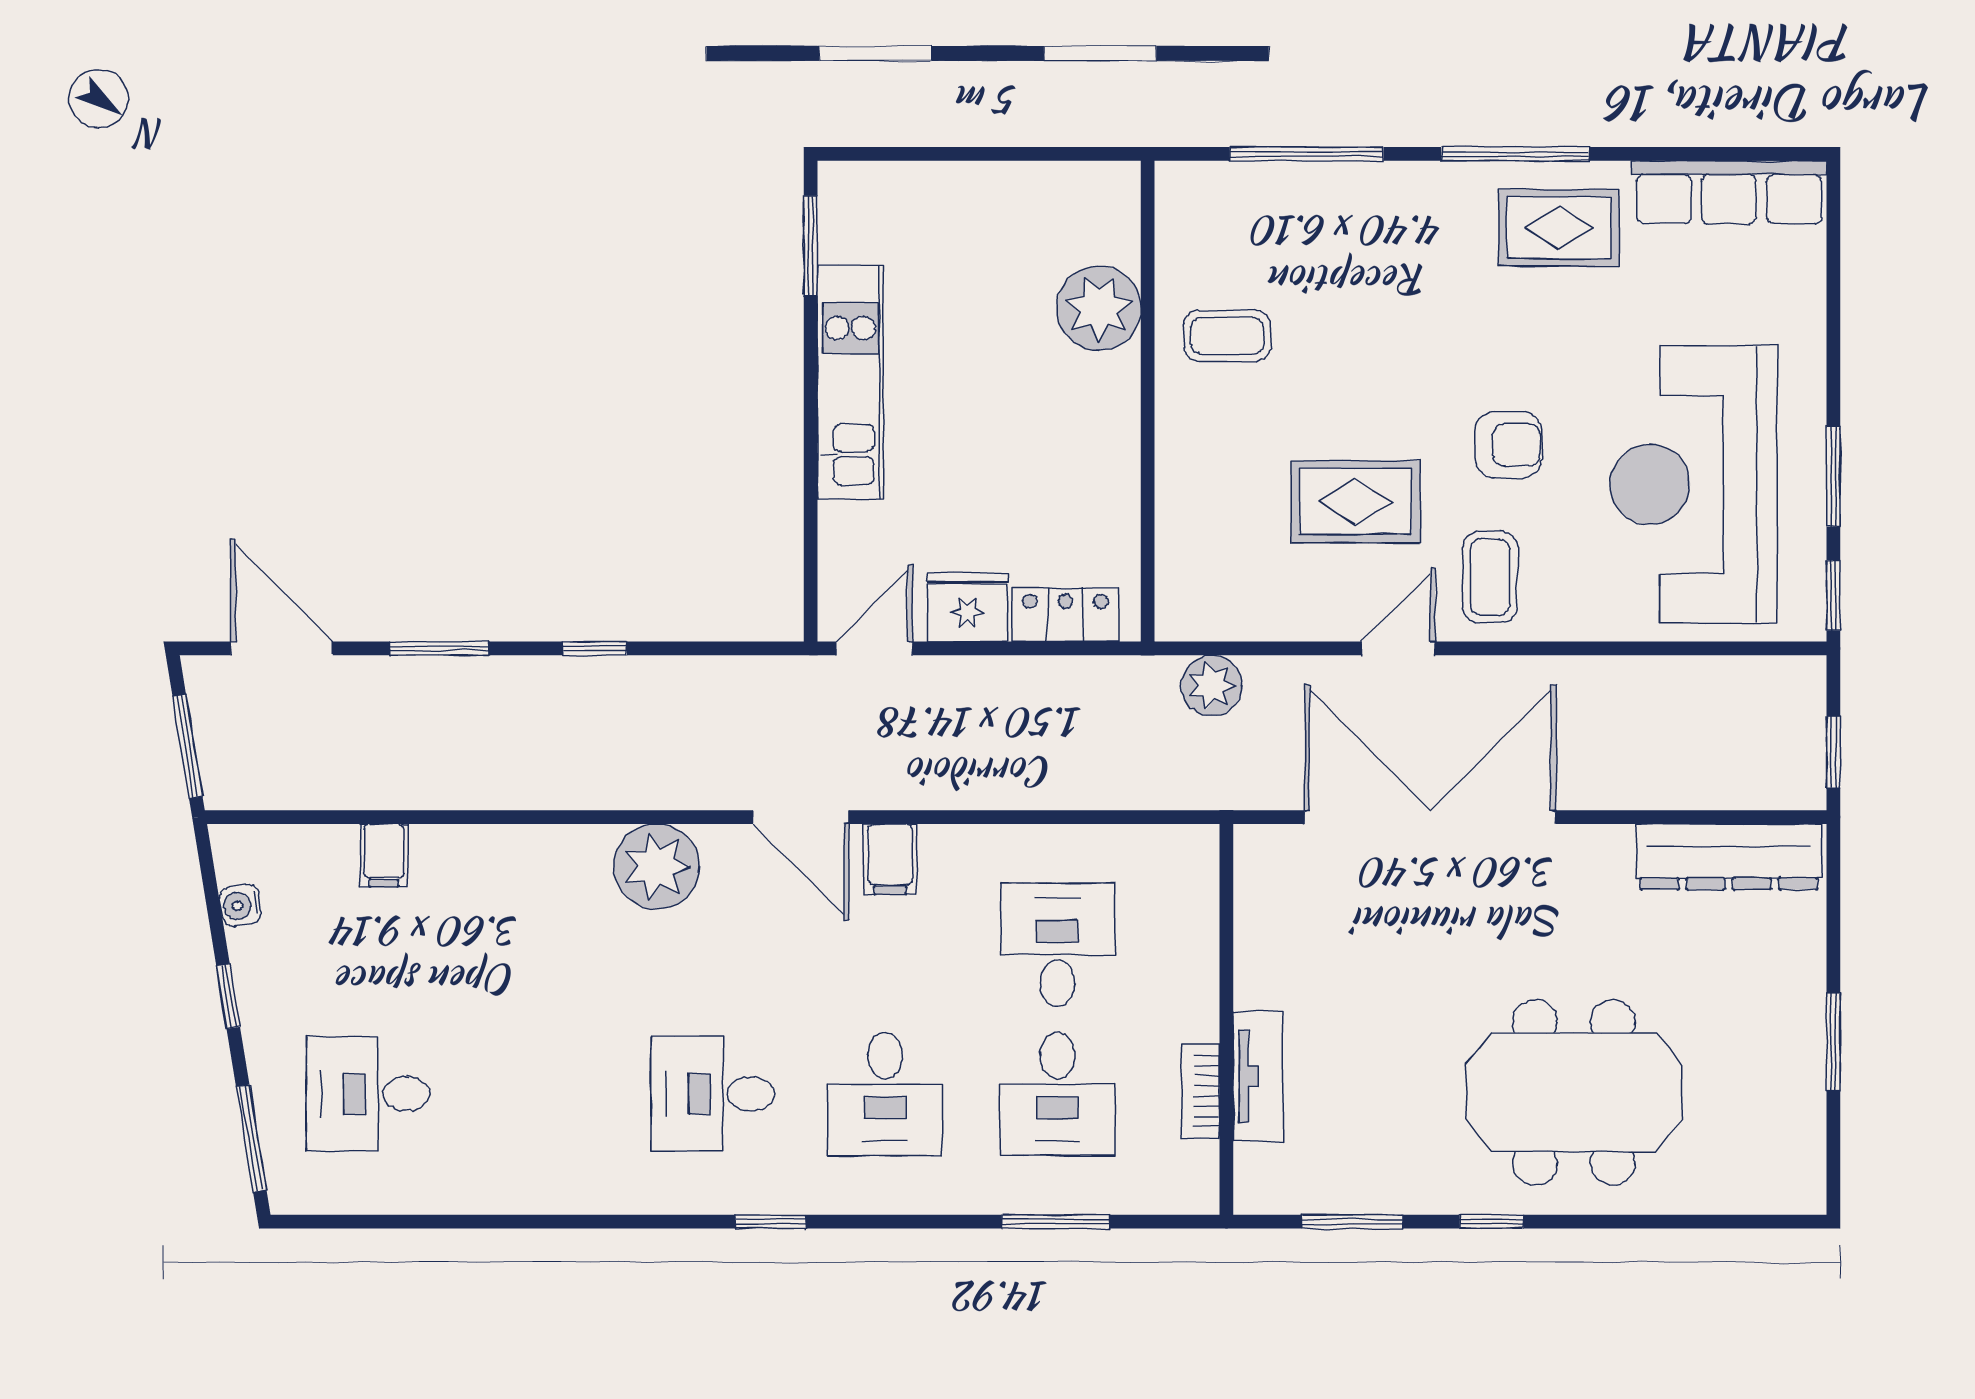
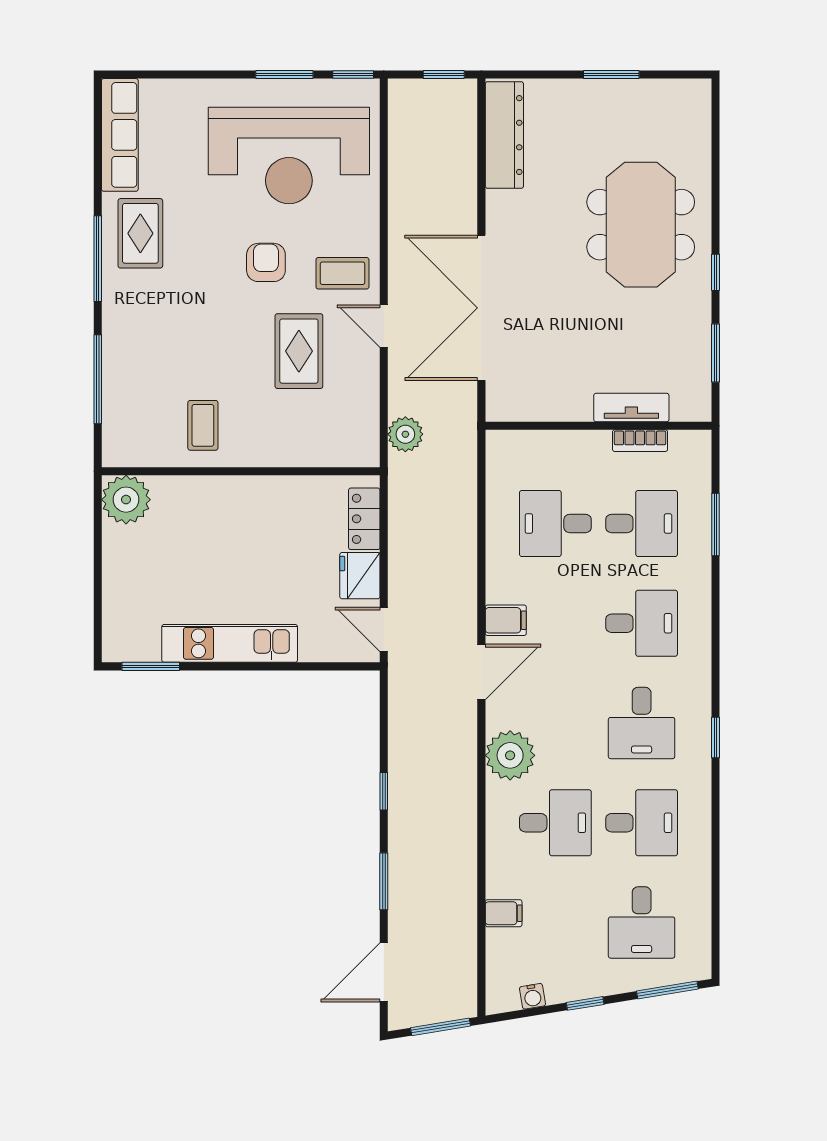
plant: (1099, 308) -> (126, 500), moved
desk: (540, 945) -> (555, 823), added
desk: (540, 1094) -> (642, 823), added
window: (770, 1222) -> (716, 737), moved

